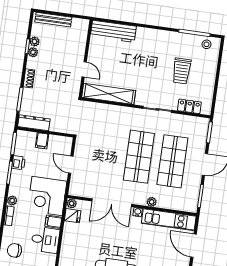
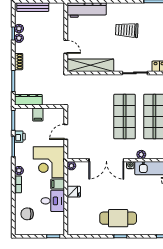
trolley: (182, 71) -> (127, 30), moved, turned 93
door: (71, 165) -> (66, 132), hinge flipped
fridge: (73, 216) -> (74, 192), moved

